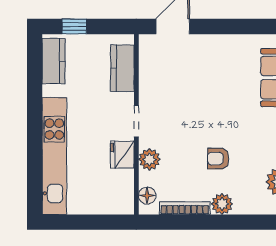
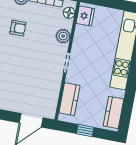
window: (74, 26) -> (85, 131), moved
fridge: (122, 155) -> (85, 16), moved

